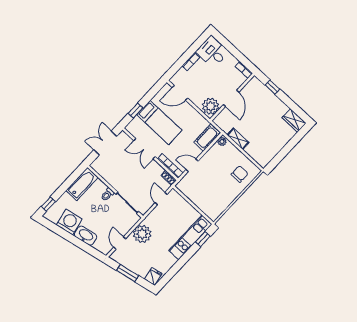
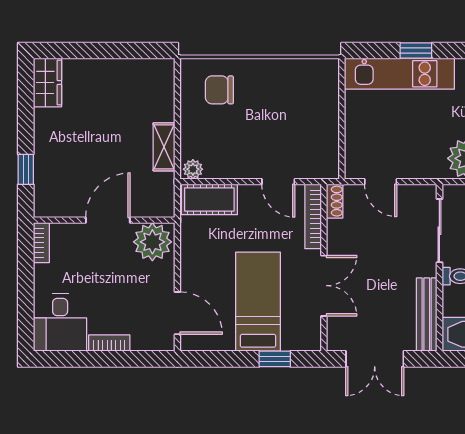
bench: (104, 173) -> (427, 315), added
door: (161, 199) -> (381, 182), hinge flipped
window: (203, 239) -> (416, 51), moved

